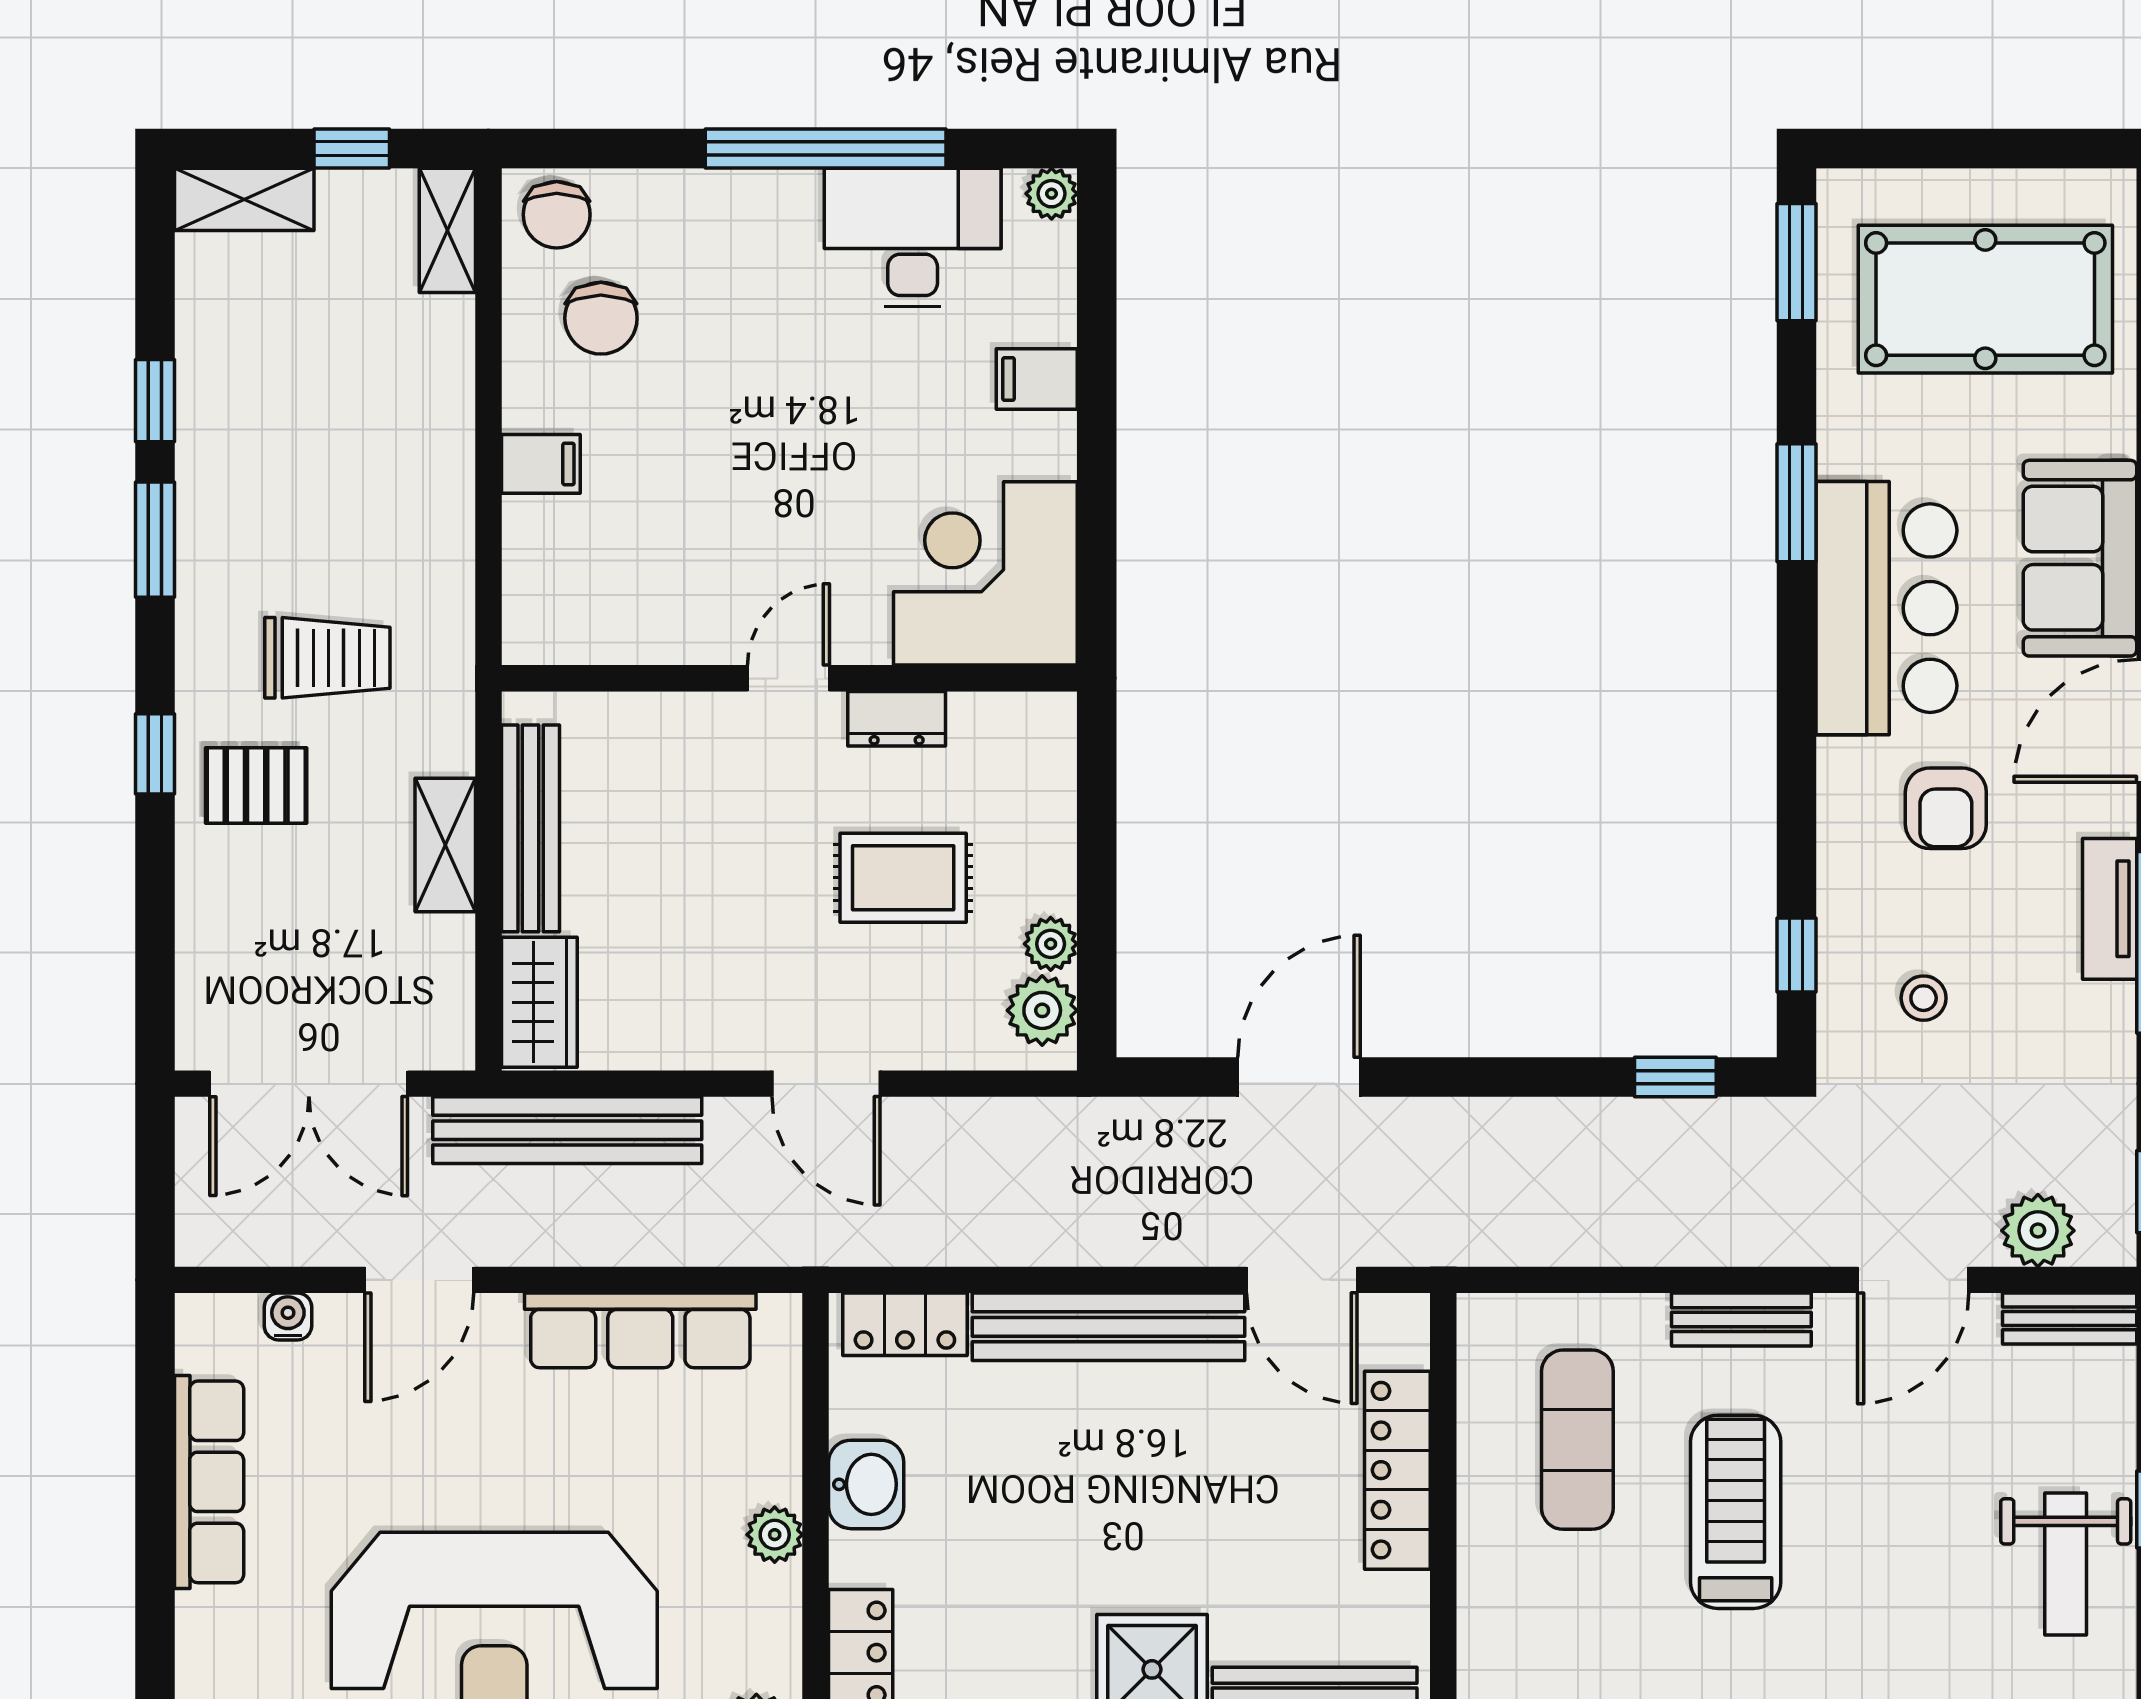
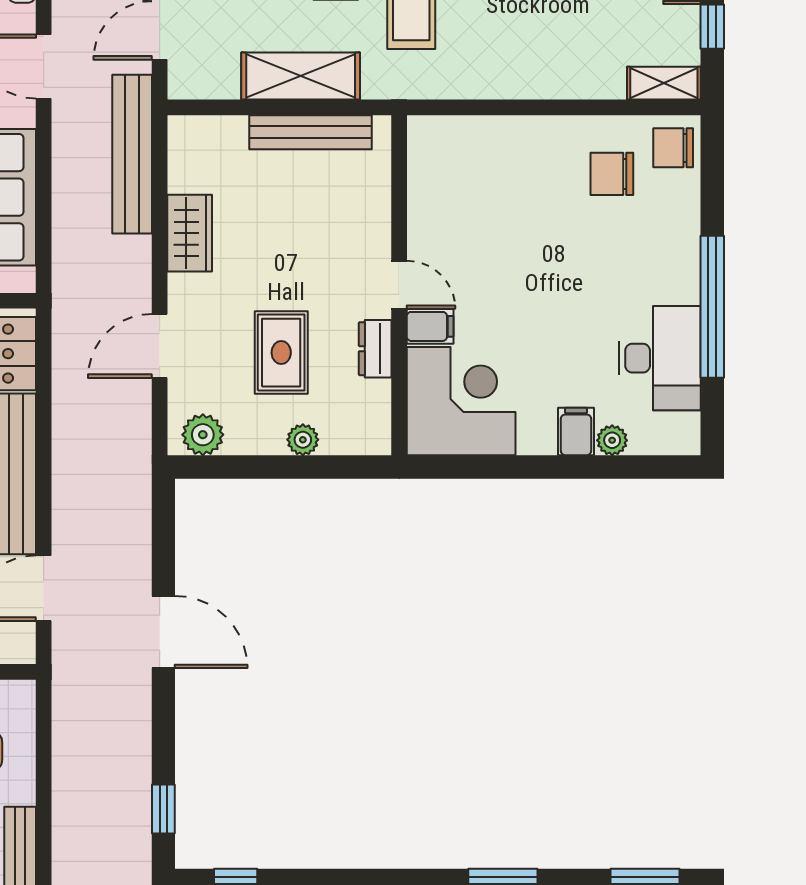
plant: (1052, 194) -> (612, 440), moved
filing cabinet: (541, 464) -> (430, 326), moved, turned -90
shelving: (445, 845) -> (301, 76), width x1.50, depth x1.33
plant: (1051, 944) -> (303, 440), moved
wardrobe: (539, 1002) -> (190, 233), moved, turned -90
door: (1299, 1077) -> (163, 632), moved
door: (826, 1084) -> (160, 346), moved

